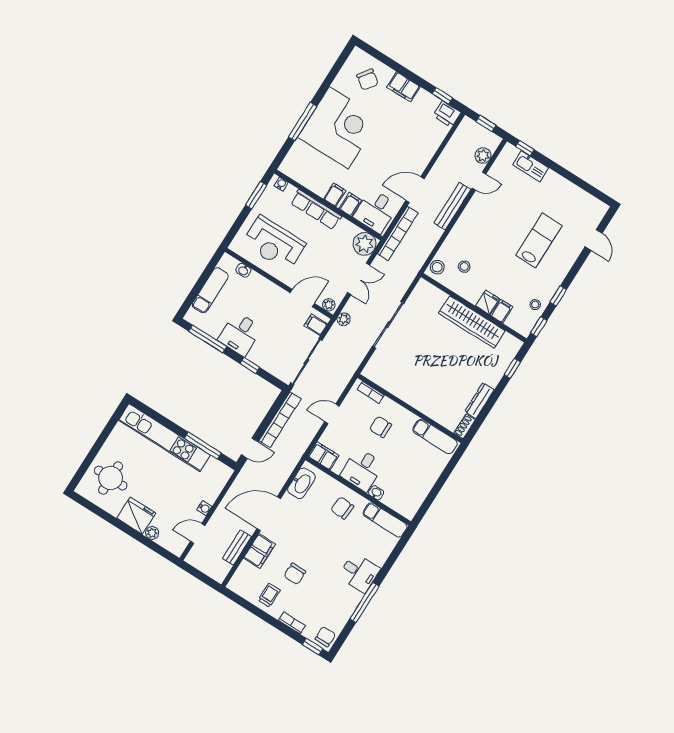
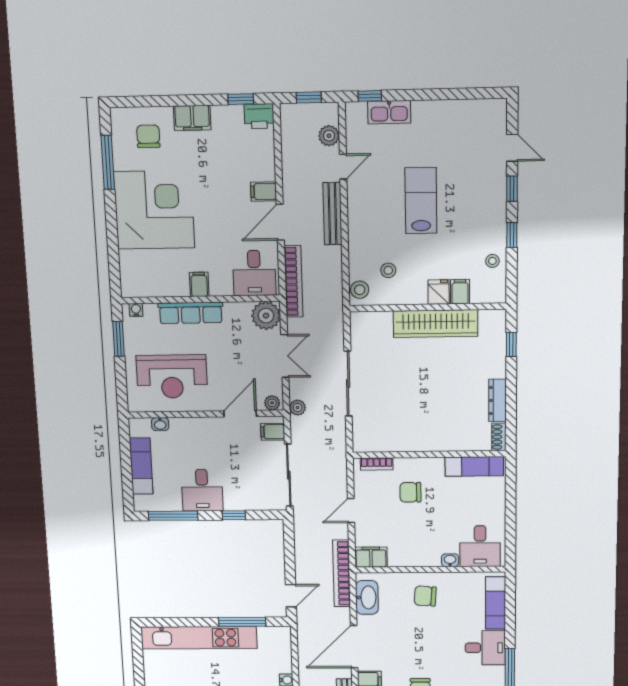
chair: (368, 80) -> (148, 136), turned -126
window: (303, 122) -> (108, 162), moved
filing cabinet: (350, 204) -> (264, 192), moved, turned -90
lab bench: (539, 241) -> (421, 201), moved
window: (539, 327) -> (512, 189), moved
bookcase: (280, 420) -> (342, 573), moved, turned 180
desk: (362, 470) -> (480, 546), moved
exam couch: (385, 520) -> (496, 603), moved, turned 90

